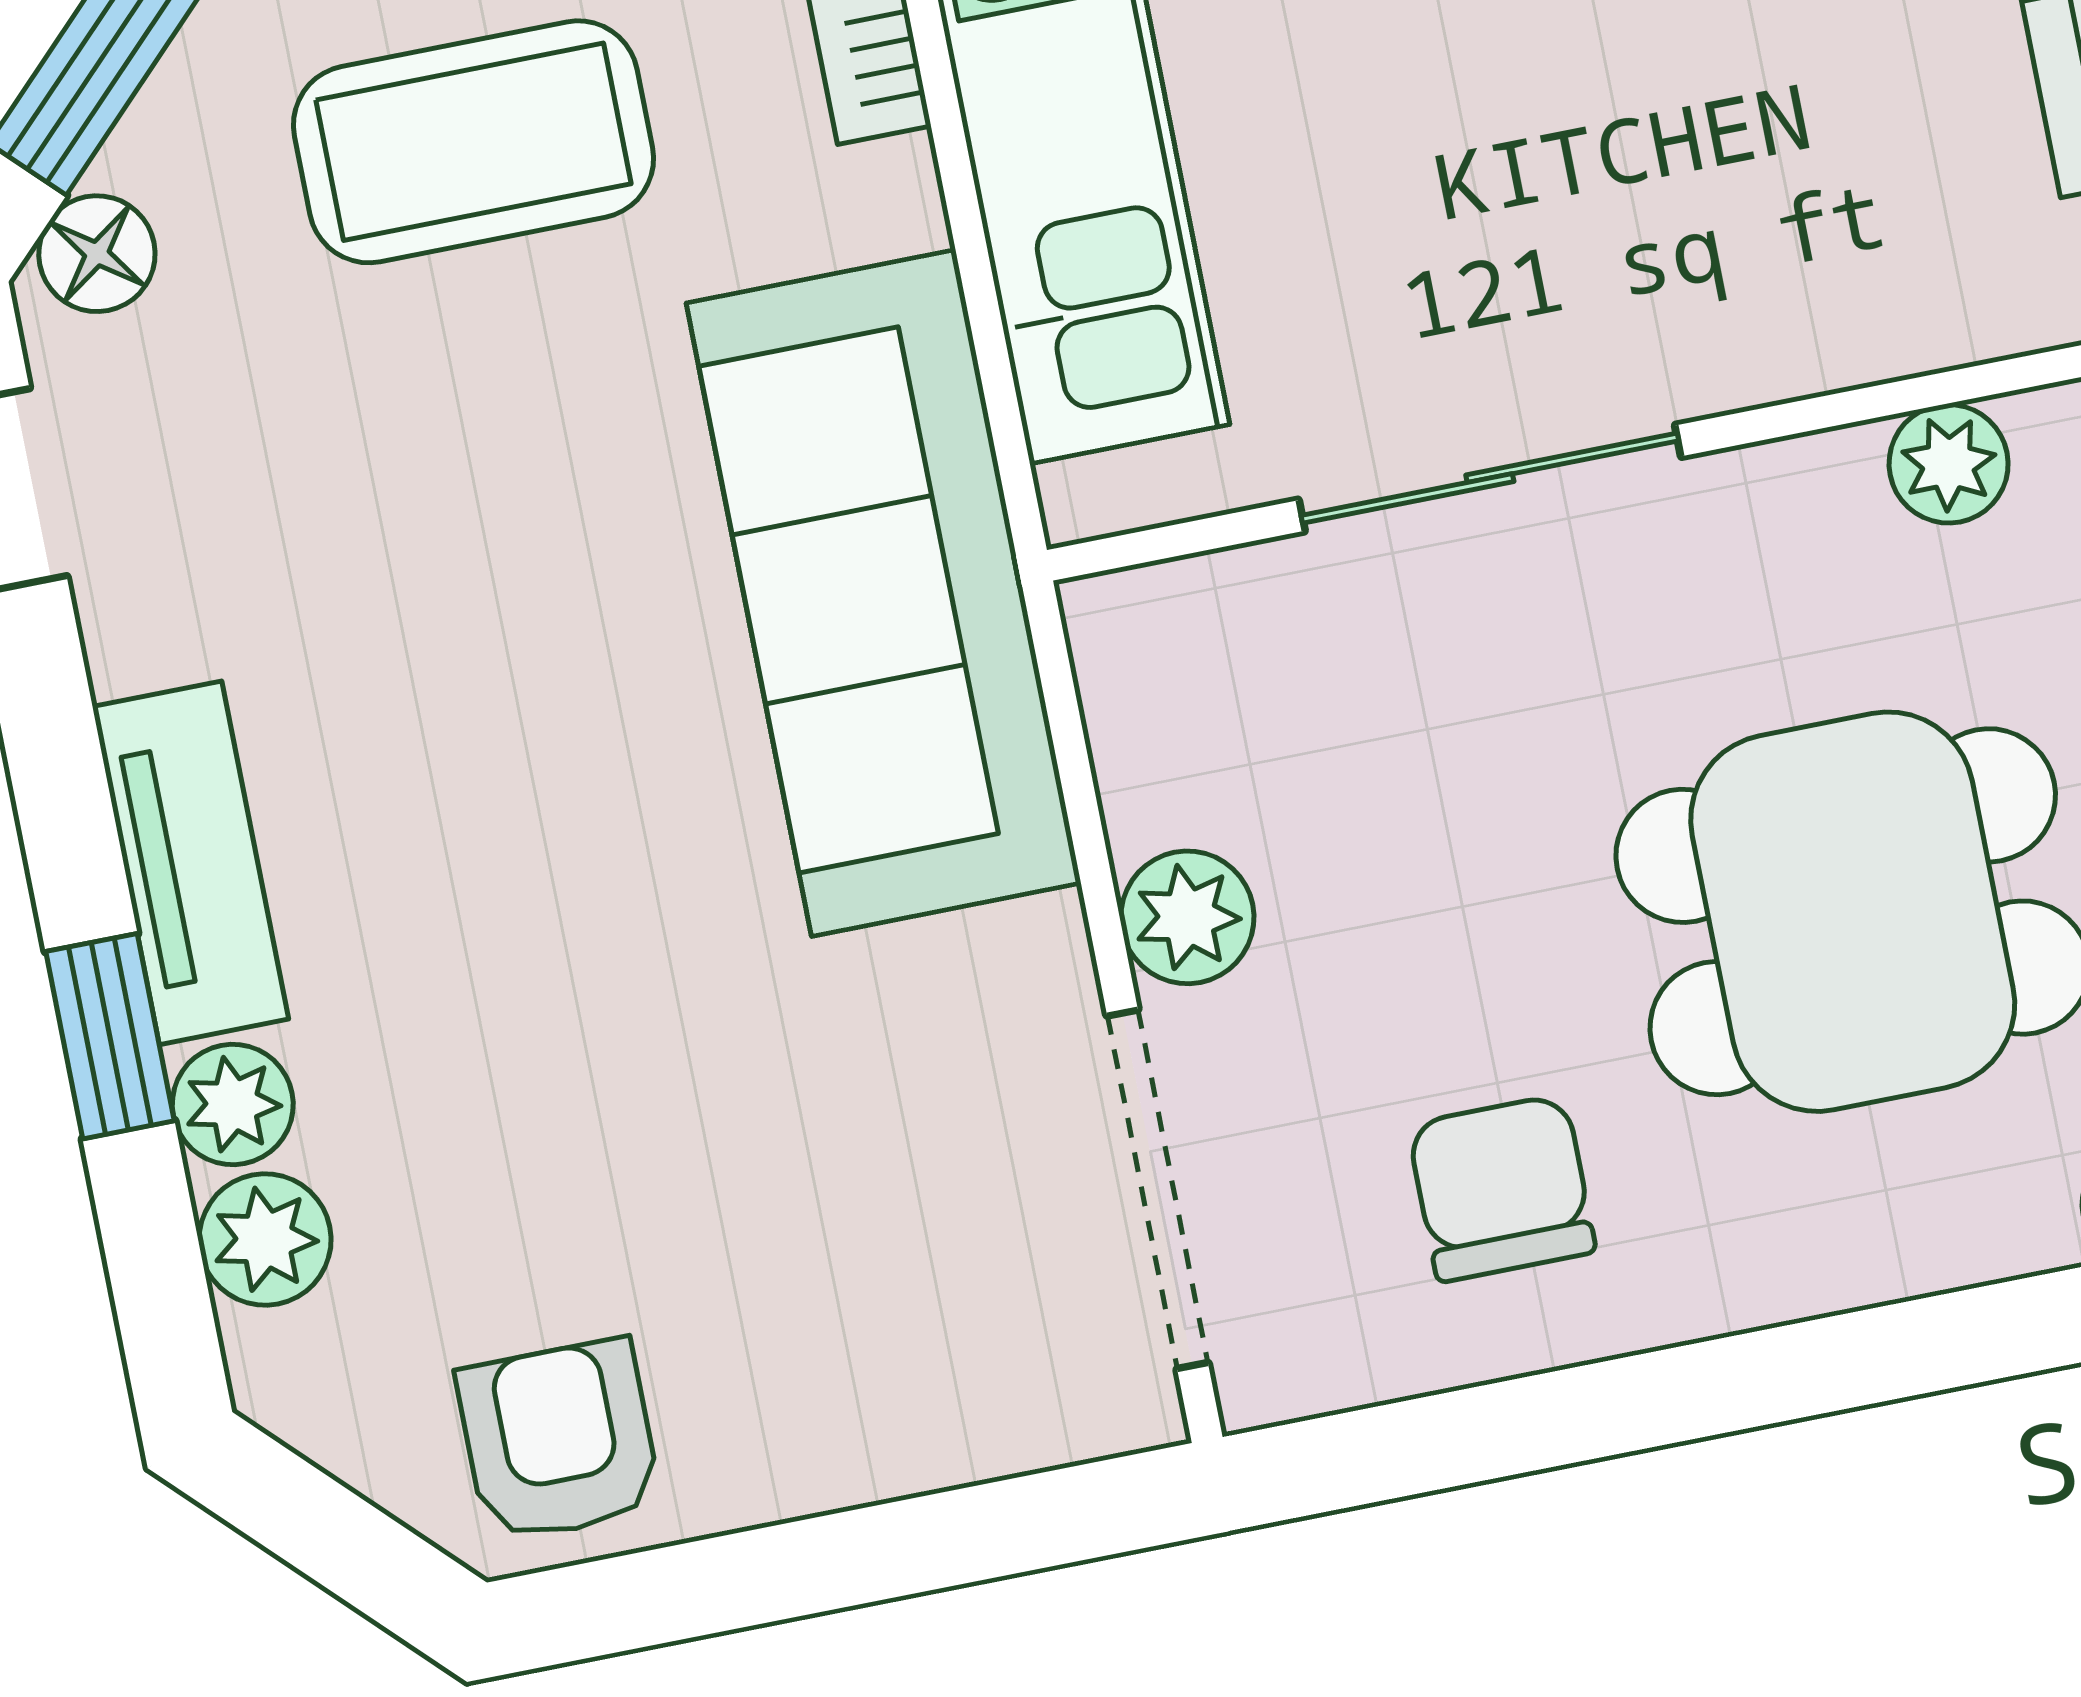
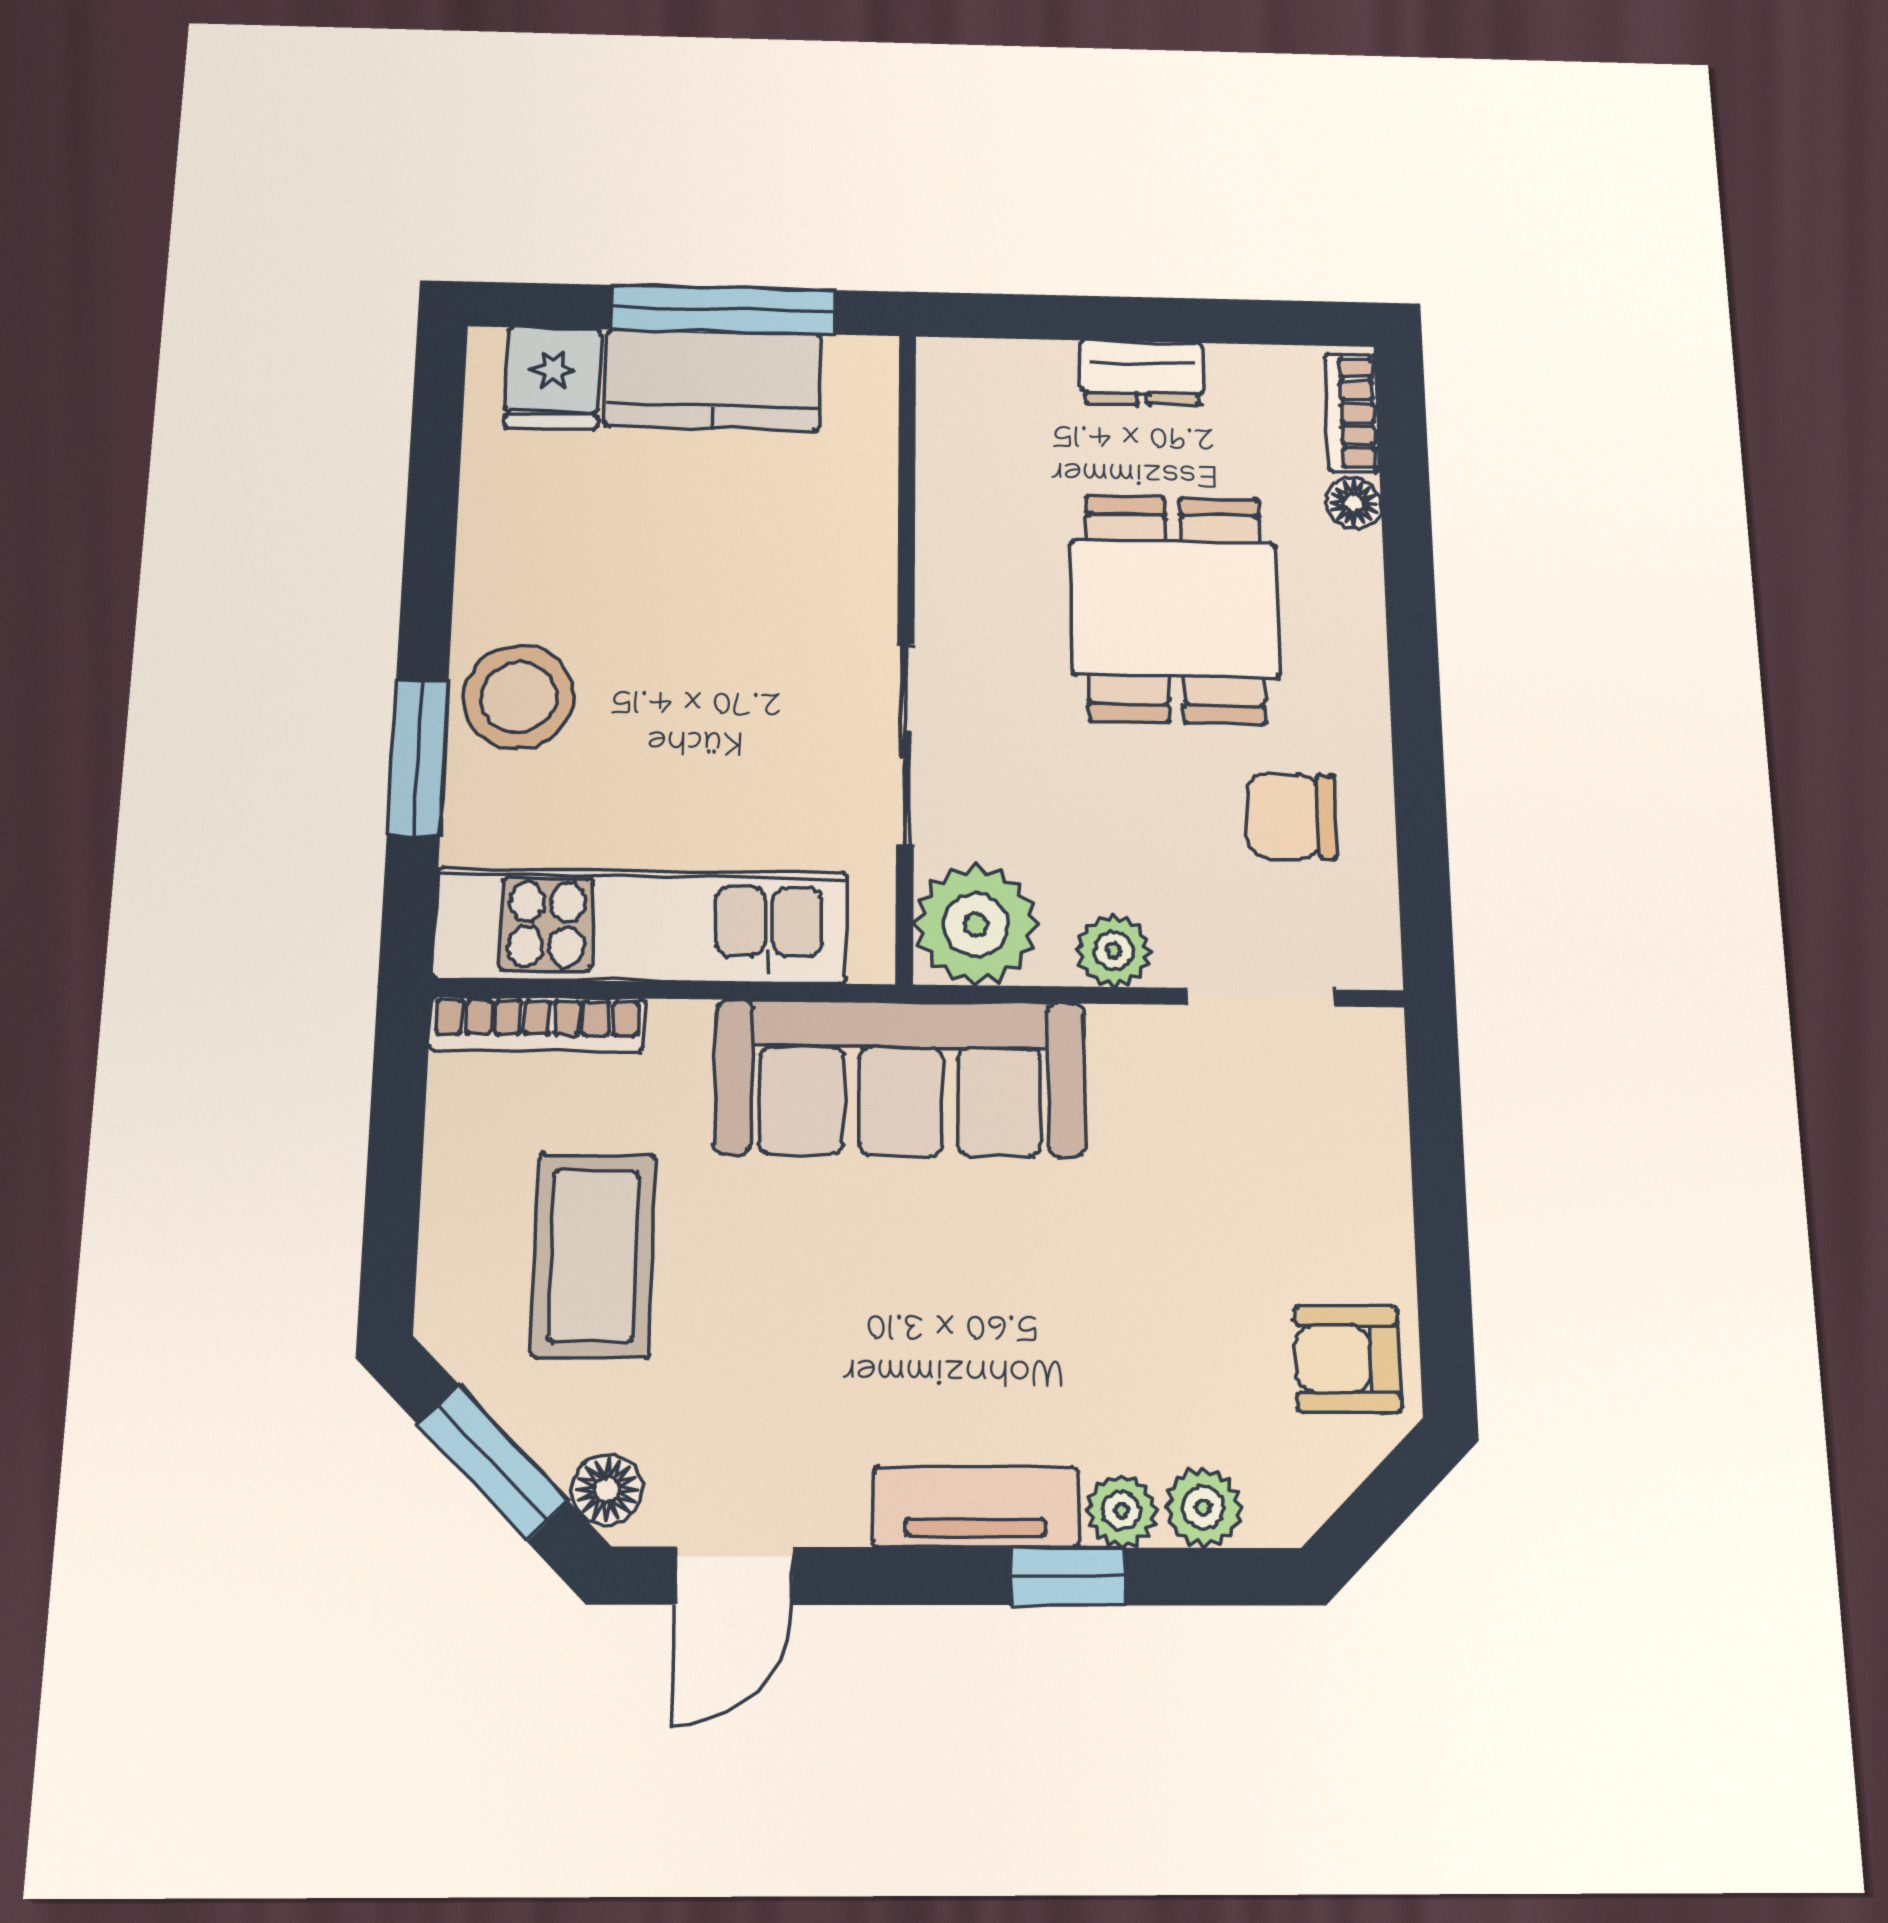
plant: (1949, 464) -> (976, 924), moved, width x1.87, depth x1.87
doorway: (1158, 1189) -> (1261, 997), width x0.73

